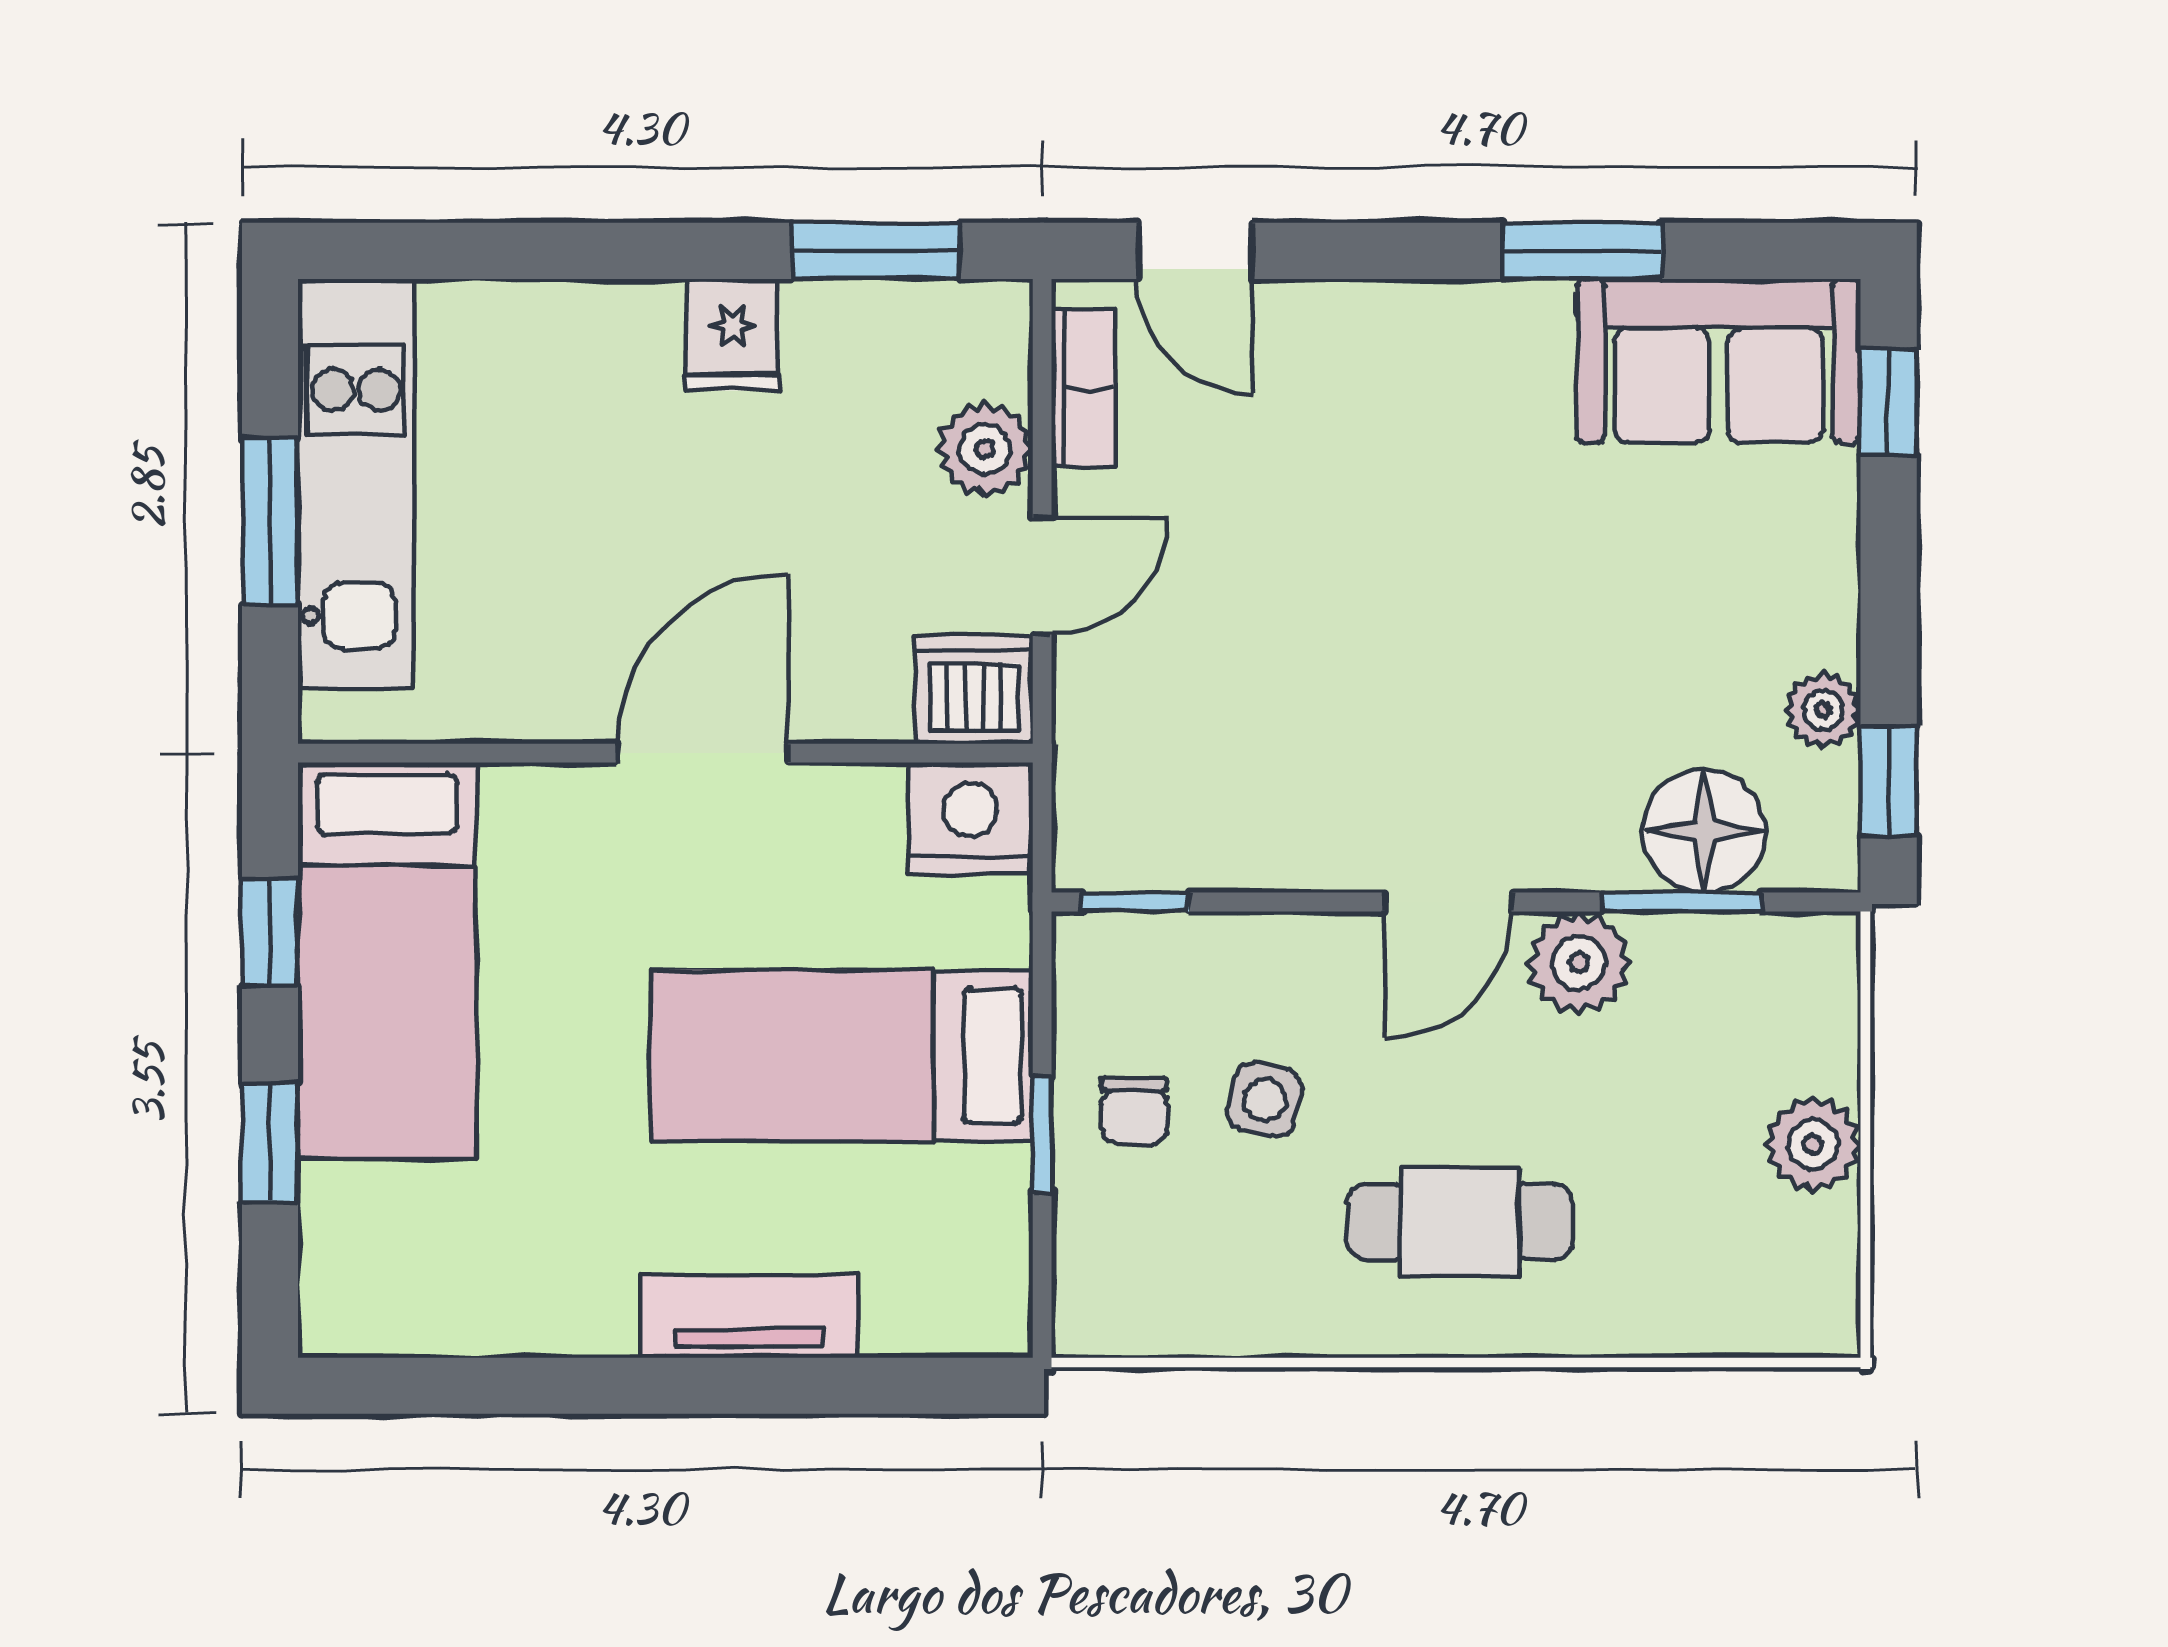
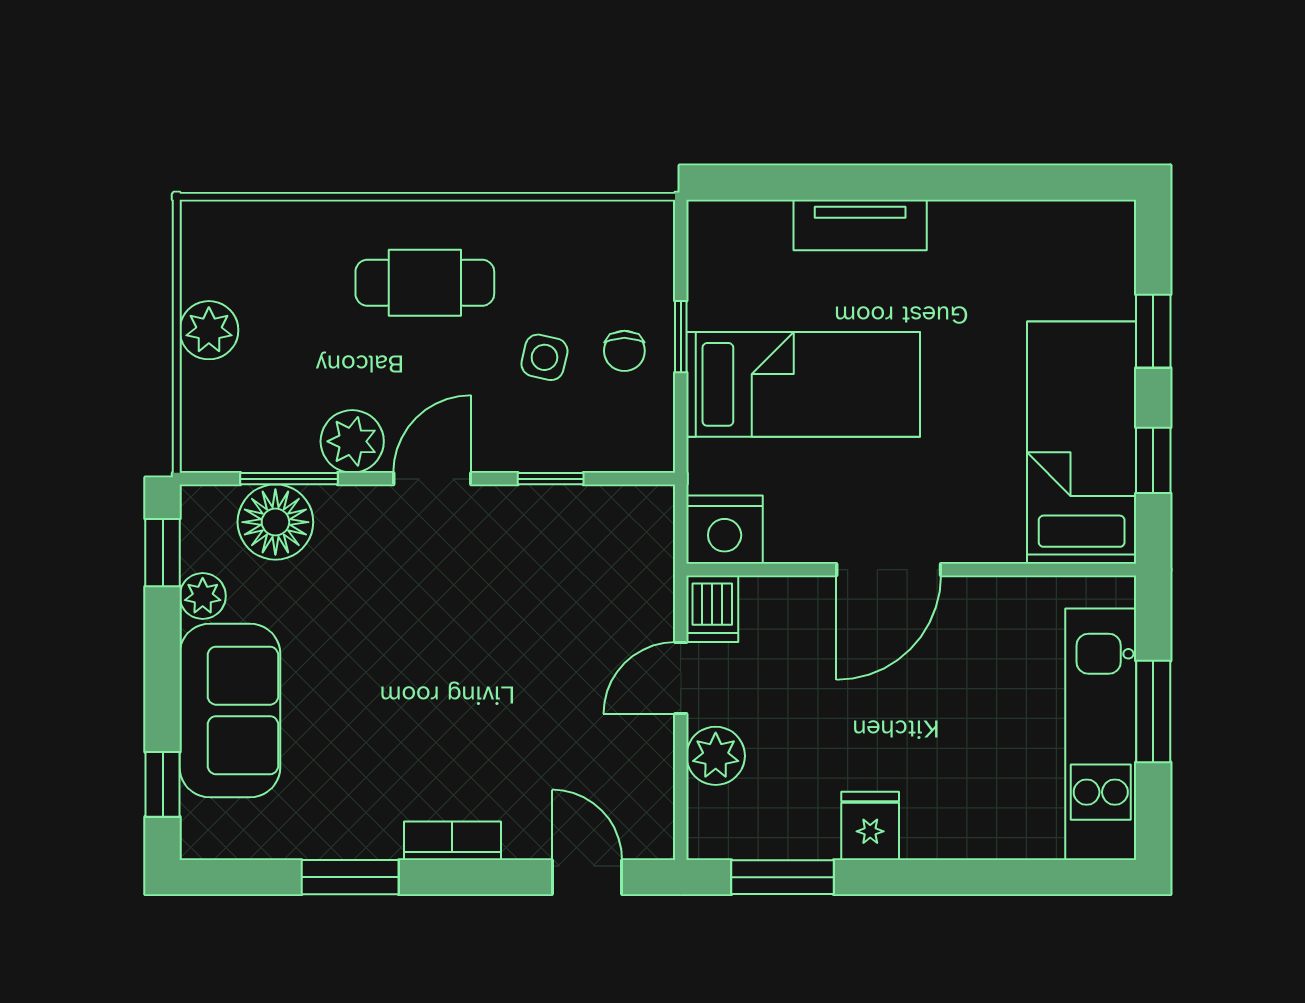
sofa: (1719, 361) -> (230, 710), moved, turned 90
bookcase: (1083, 388) -> (452, 841), moved, turned 90
dishwasher: (975, 689) -> (712, 609), width x0.73
window: (1135, 902) -> (551, 479), moved
chair: (1134, 1111) -> (624, 351), turned 180

